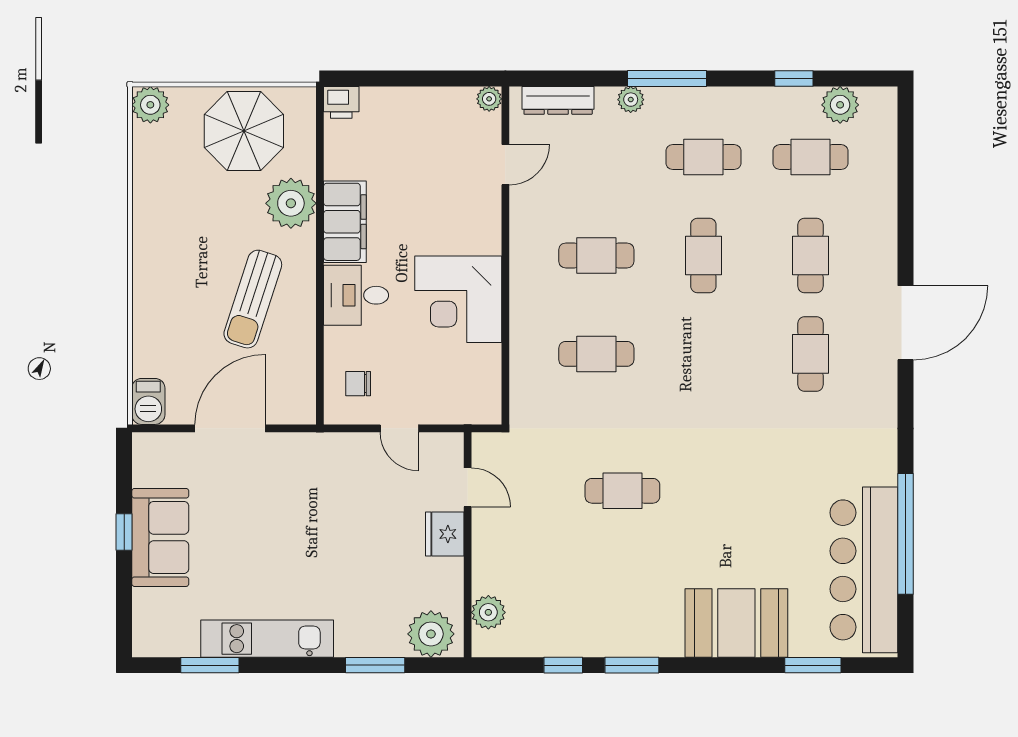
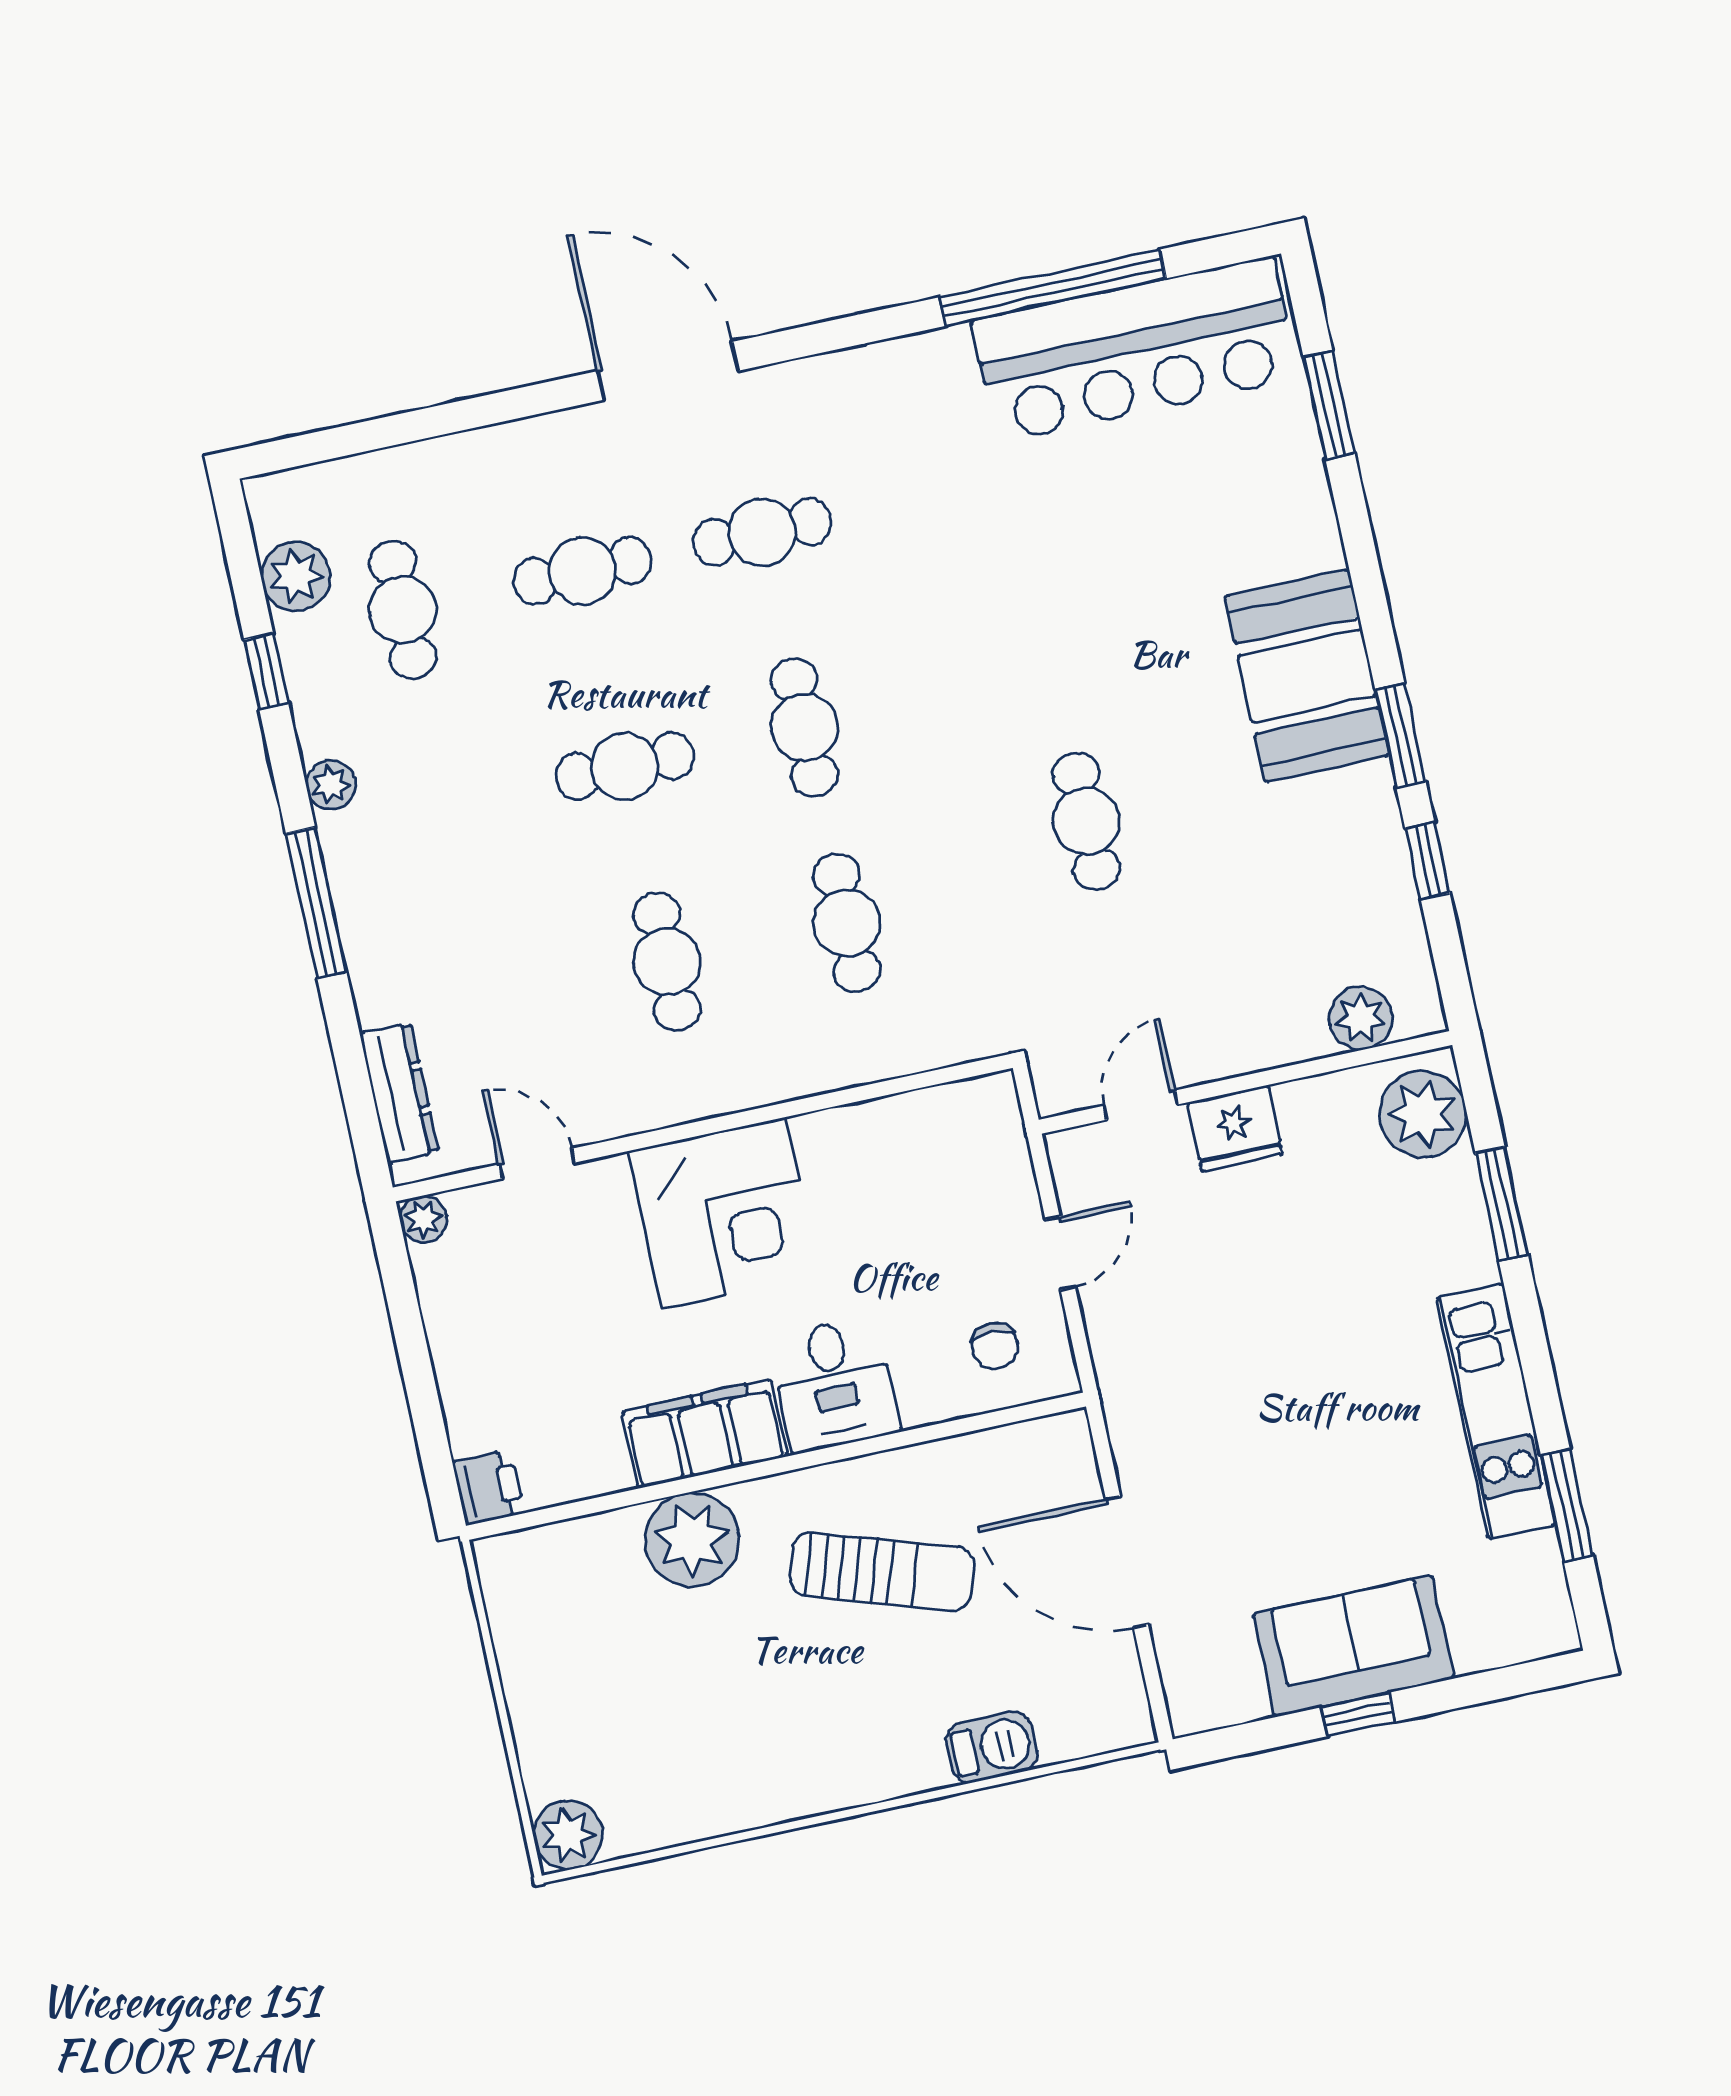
plant: (631, 100) -> (331, 785), moved
parasol: (244, 131) -> (579, 1654), removed
cafe table: (703, 157) -> (804, 728), moved
corner desk: (458, 299) -> (724, 1213), moved
barbecue: (148, 401) -> (992, 1747), moved
booth: (736, 623) -> (1307, 676), moved

